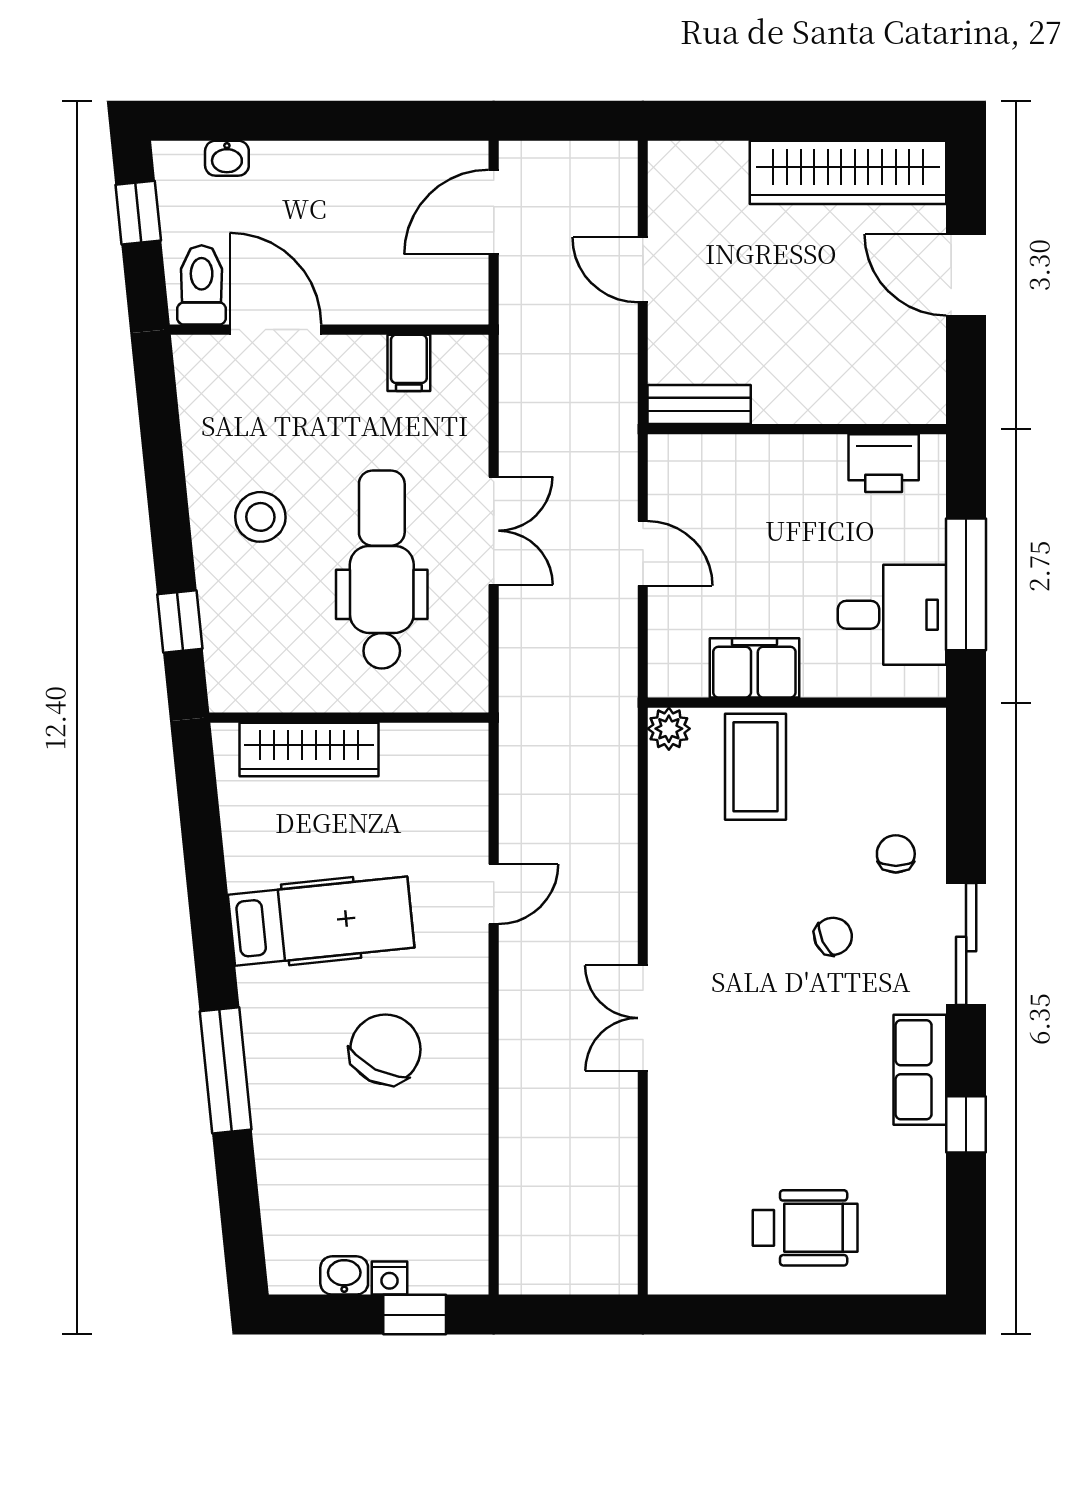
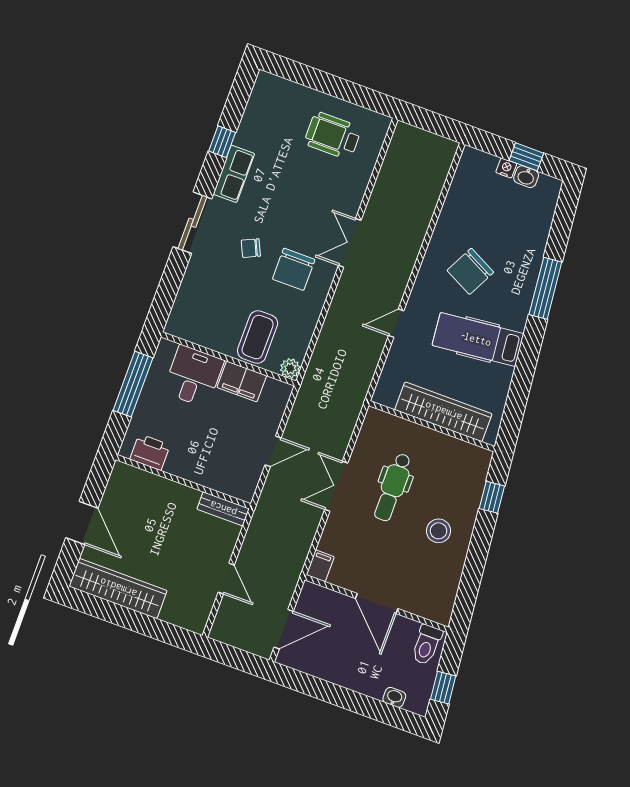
door: (275, 330) -> (377, 604), moved
filing cabinet: (409, 363) -> (320, 566), moved
door: (643, 553) -> (273, 451), swing flipped
dental chair: (382, 570) -> (393, 487), width x0.73, depth x0.72
desk: (892, 615) -> (193, 376), moved, turned 90
wardrobe: (309, 749) -> (443, 412), width x1.40, depth x1.17
chair: (896, 854) -> (294, 269), moved, width x1.87, depth x1.87
double door: (643, 1018) -> (350, 243), swing flipped
wheelchair: (805, 1228) -> (333, 136), moved
window: (415, 1315) -> (526, 157), moved

